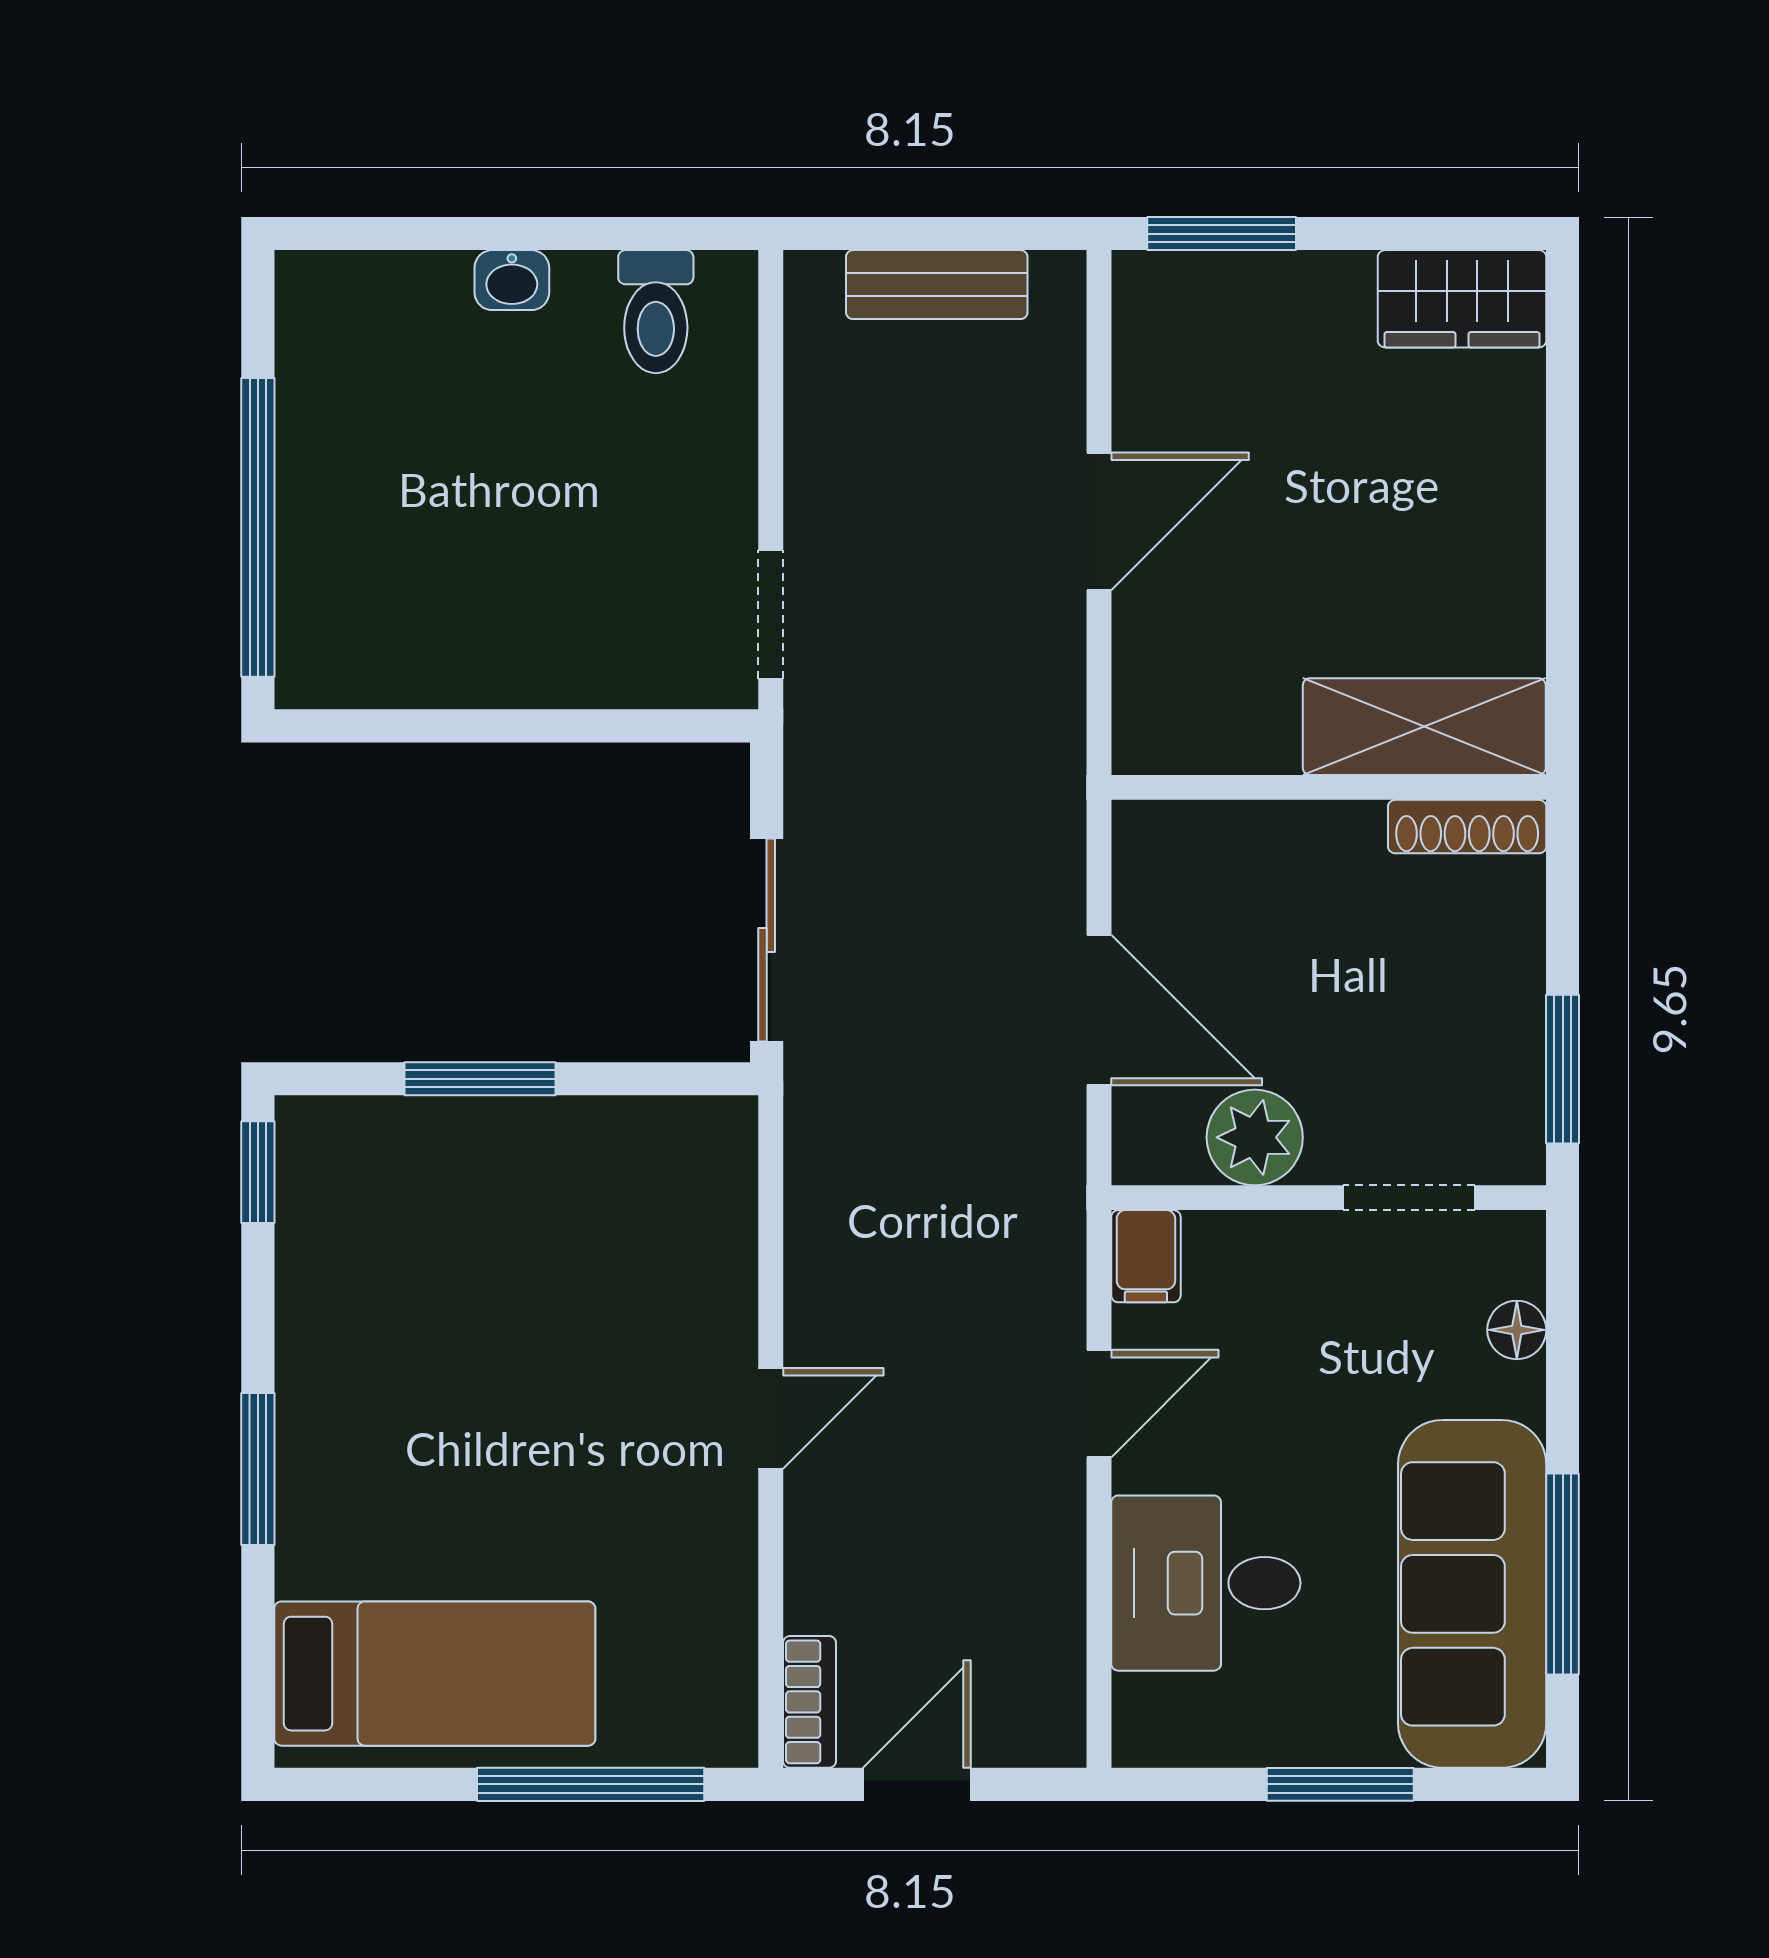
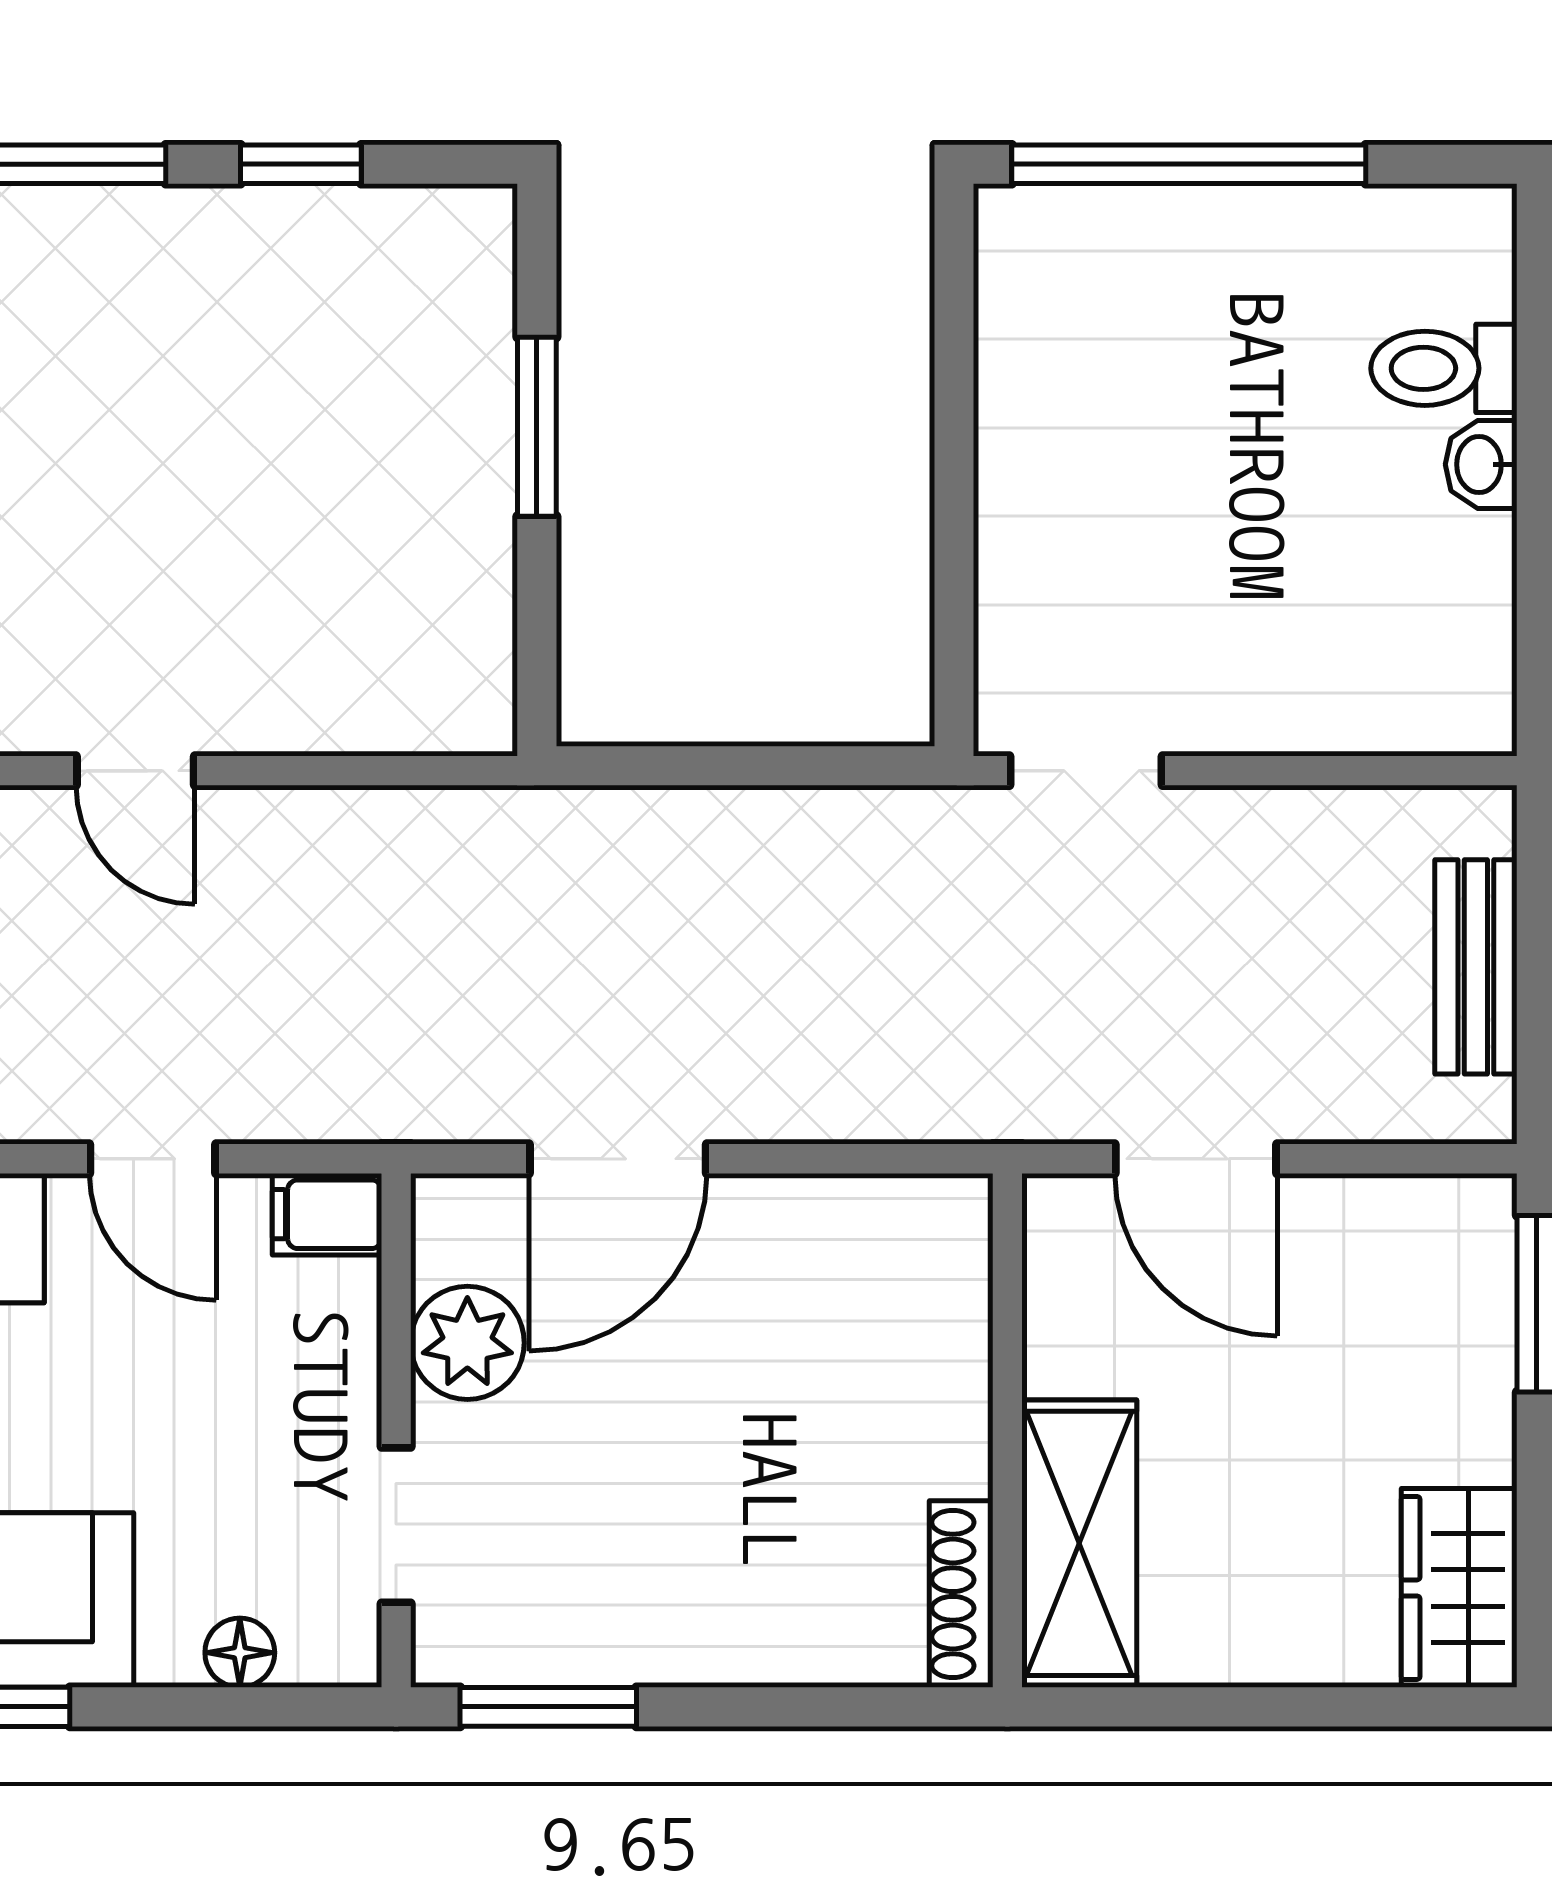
toilet: (656, 312) -> (1444, 368), moved
shelving: (1424, 727) -> (1079, 1543), moved
wall: (1329, 787) -> (1007, 1430), moved
shoe rack: (1467, 827) -> (961, 1594), moved
sliding door: (767, 940) -> (701, 766), removed
window: (258, 1172) -> (301, 164), moved

